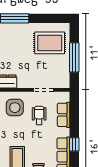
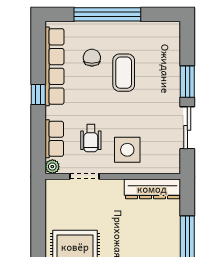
window: (74, 57) -> (38, 225), removed
plant: (65, 96) -> (52, 167), added

